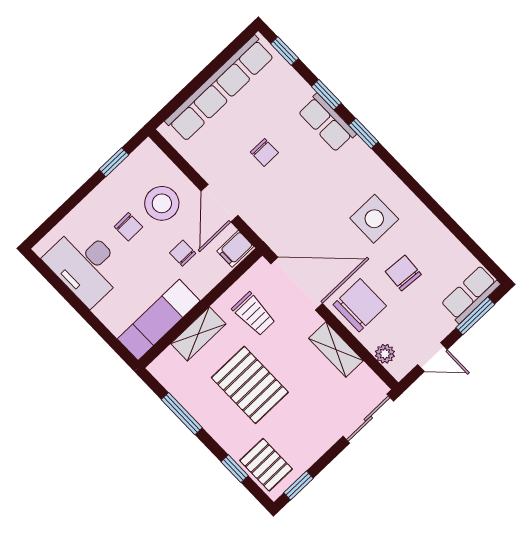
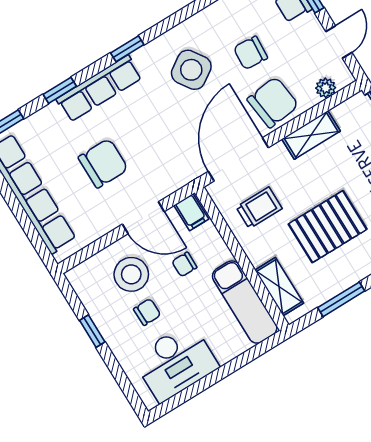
row of seats: (327, 123) -> (99, 88), width x1.48
window: (364, 133) -> (127, 49), moved
chair: (264, 152) -> (103, 163), width x1.87, depth x1.87
window: (114, 162) -> (92, 331), moved
side table: (374, 219) -> (191, 70), turned -34
chair: (360, 305) -> (273, 102), turned 83
shelving: (198, 334) -> (279, 287), moved

